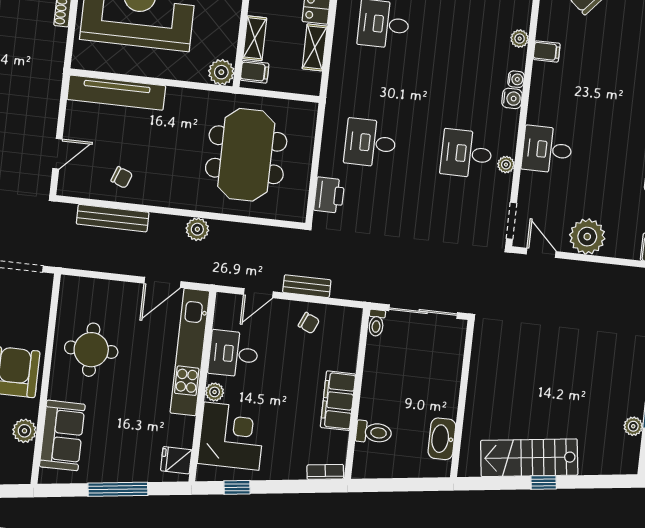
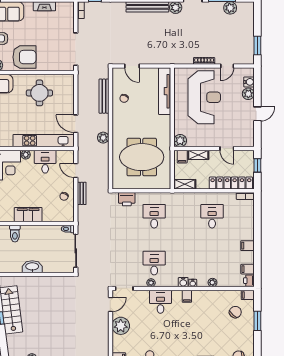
shelving: (315, 47) -> (185, 184), moved
filing cabinet: (547, 51) -> (187, 296), moved
washbasin: (442, 439) -> (32, 267), moved

